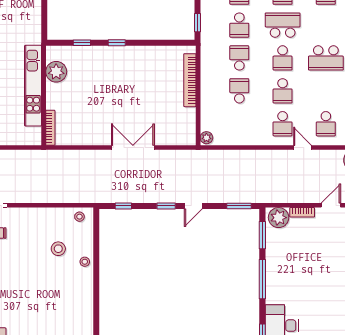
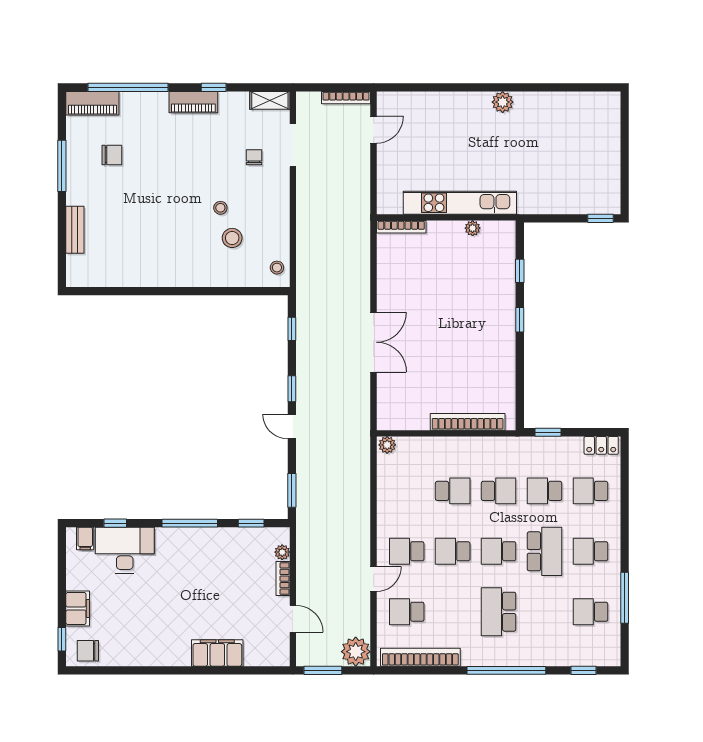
plant: (56, 72) -> (473, 228), width x0.53, depth x0.53
plant: (279, 218) -> (282, 552), width x0.53, depth x0.53
window: (262, 235) -> (251, 523), width x0.67
stool: (85, 262) -> (220, 208), moved

